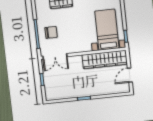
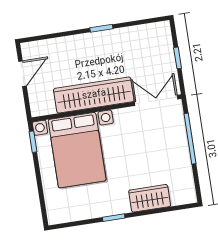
bed with nightstands: (107, 30) -> (77, 150), width x1.36
chair: (51, 32) -> (165, 143), removed
wardrobe: (105, 59) -> (94, 95), moved

